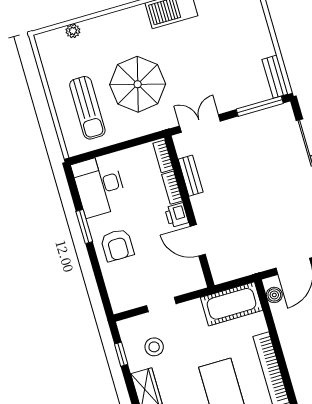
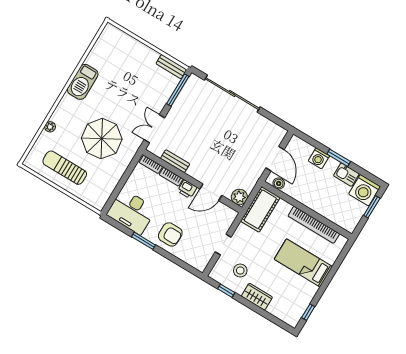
plant: (73, 31) -> (50, 127), moved
sun lounger: (87, 108) -> (65, 168), moved, turned 180
plant: (222, 272) -> (239, 197), added

